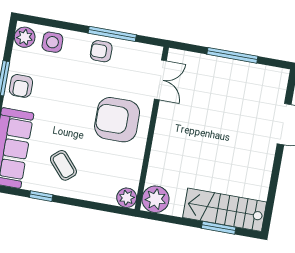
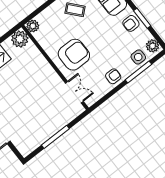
window: (112, 34) -> (138, 72), moved
double door: (160, 80) -> (74, 92), swing flipped
armchair: (21, 86) -> (131, 23), turned -90

